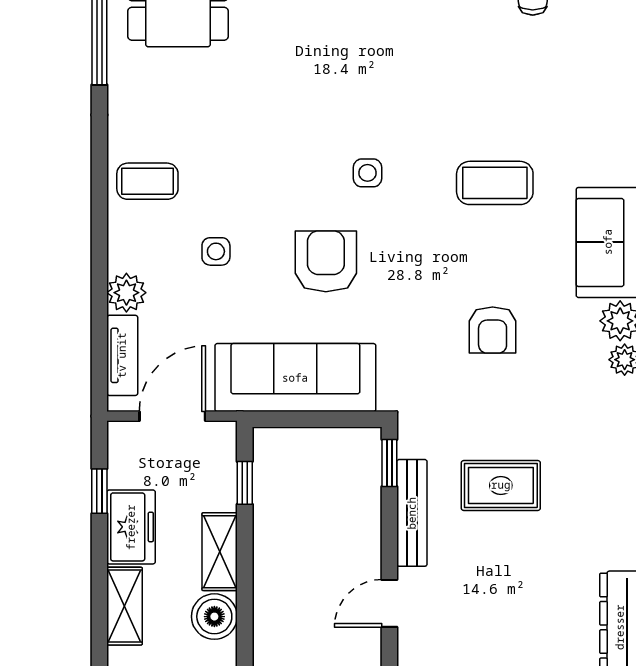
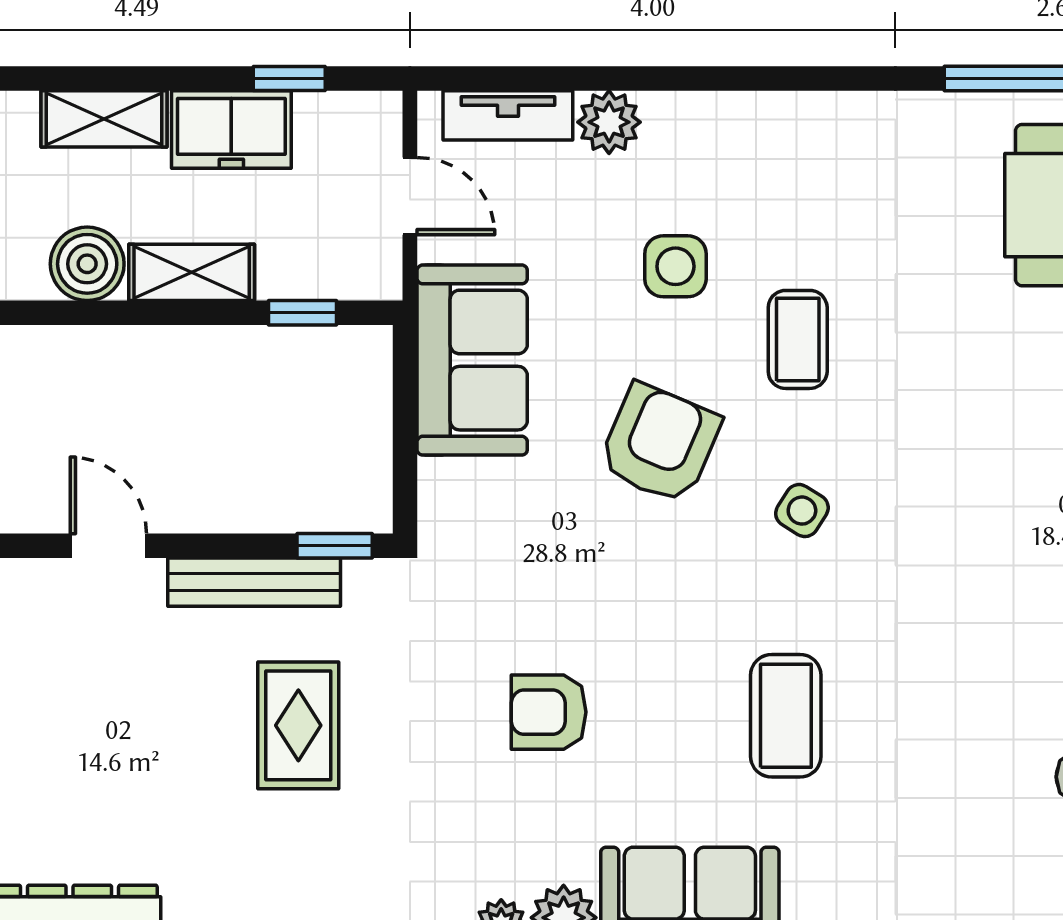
side table: (367, 173) -> (802, 511), turned 32
coffee table: (147, 181) -> (798, 339), moved
side table: (216, 251) -> (675, 266), width x1.37, depth x1.37
armchair: (326, 261) -> (660, 444), turned -67
sofa: (295, 378) -> (472, 360), width x0.73
door: (172, 416) -> (410, 196), width x0.73

